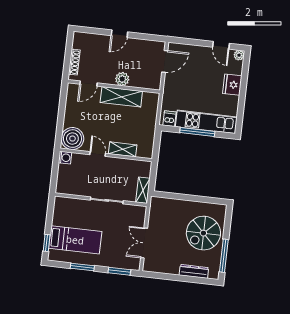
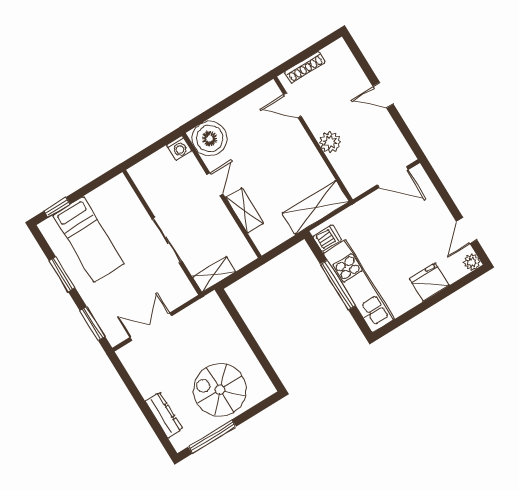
shelving: (121, 97) -> (316, 207), moved, turned 90

